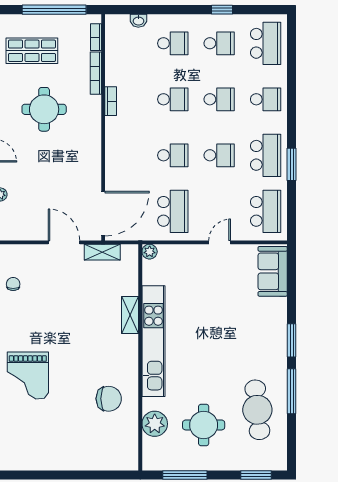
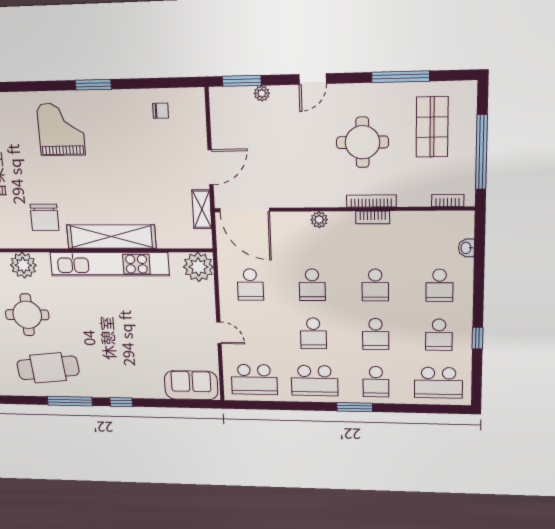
bookcase: (96, 73) -> (371, 201), moved
plant: (112, 148) -> (319, 220), added
window: (292, 164) -> (355, 407), moved
school desk: (173, 211) -> (250, 285), width x0.54
plant: (150, 252) -> (198, 267), width x1.87, depth x1.87
shelving: (130, 315) -> (111, 237), width x2.20, depth x1.33
window: (292, 340) -> (121, 402), width x0.67
grand piano: (28, 376) -> (61, 129), turned 90

